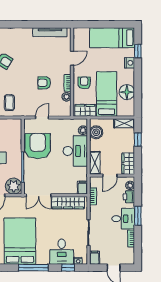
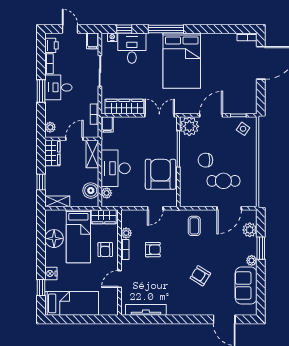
armchair: (38, 146) -> (161, 174), turned 180
printer: (129, 197) -> (52, 45), moved

